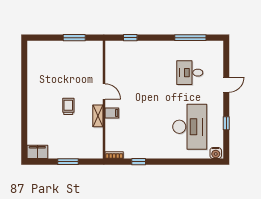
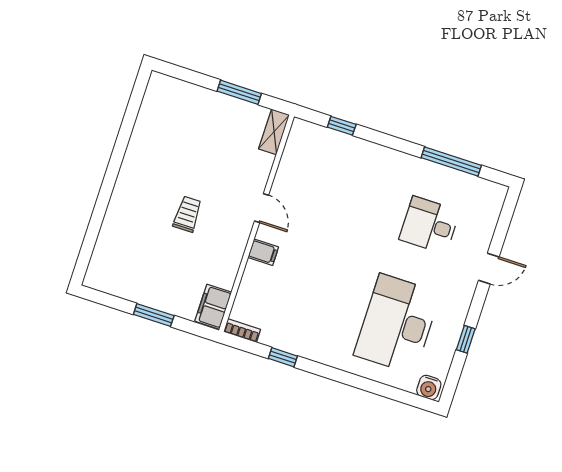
shelving: (98, 116) -> (274, 132), moved
desk: (190, 127) -> (397, 324), turned 180
filing cabinet: (37, 152) -> (213, 307), moved, turned -90

